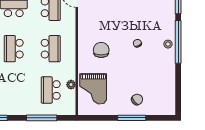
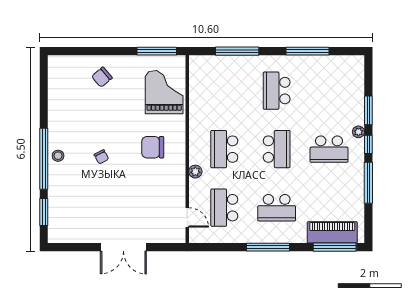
chair: (101, 50) -> (153, 147), turned 90
plant: (71, 85) -> (195, 172), moved
school desk: (51, 90) -> (277, 91), moved, turned 180
window: (132, 118) -> (157, 51), moved

